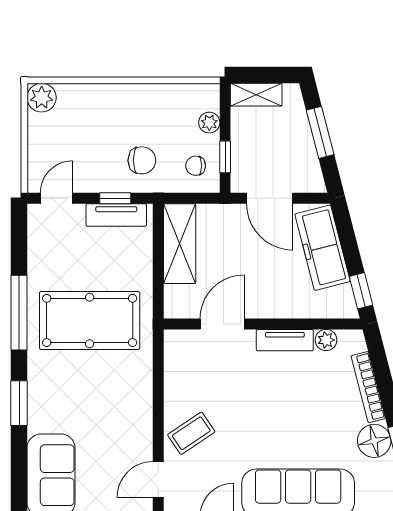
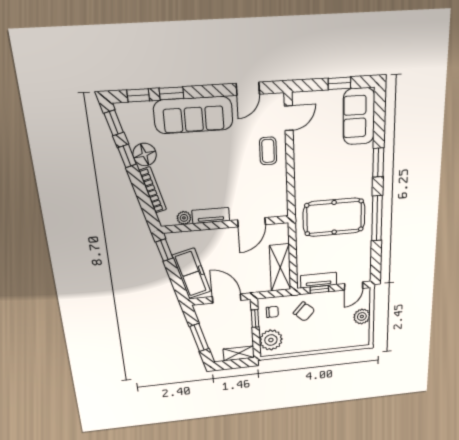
plant: (42, 98) -> (362, 316), moved
plant: (209, 123) -> (271, 340), width x1.88, depth x1.88
chair: (142, 160) -> (304, 312), turned -138
coffee table: (191, 433) -> (268, 151), turned -56

